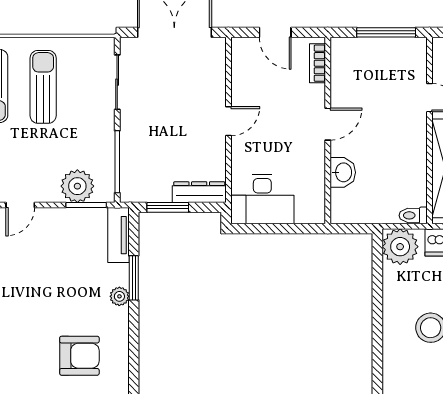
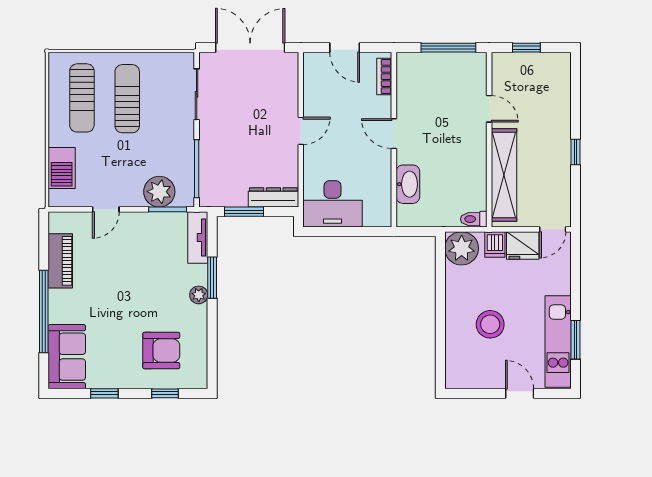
door: (328, 124) -> (394, 134), swing flipped
washbasin: (343, 172) -> (408, 184), width x1.38

